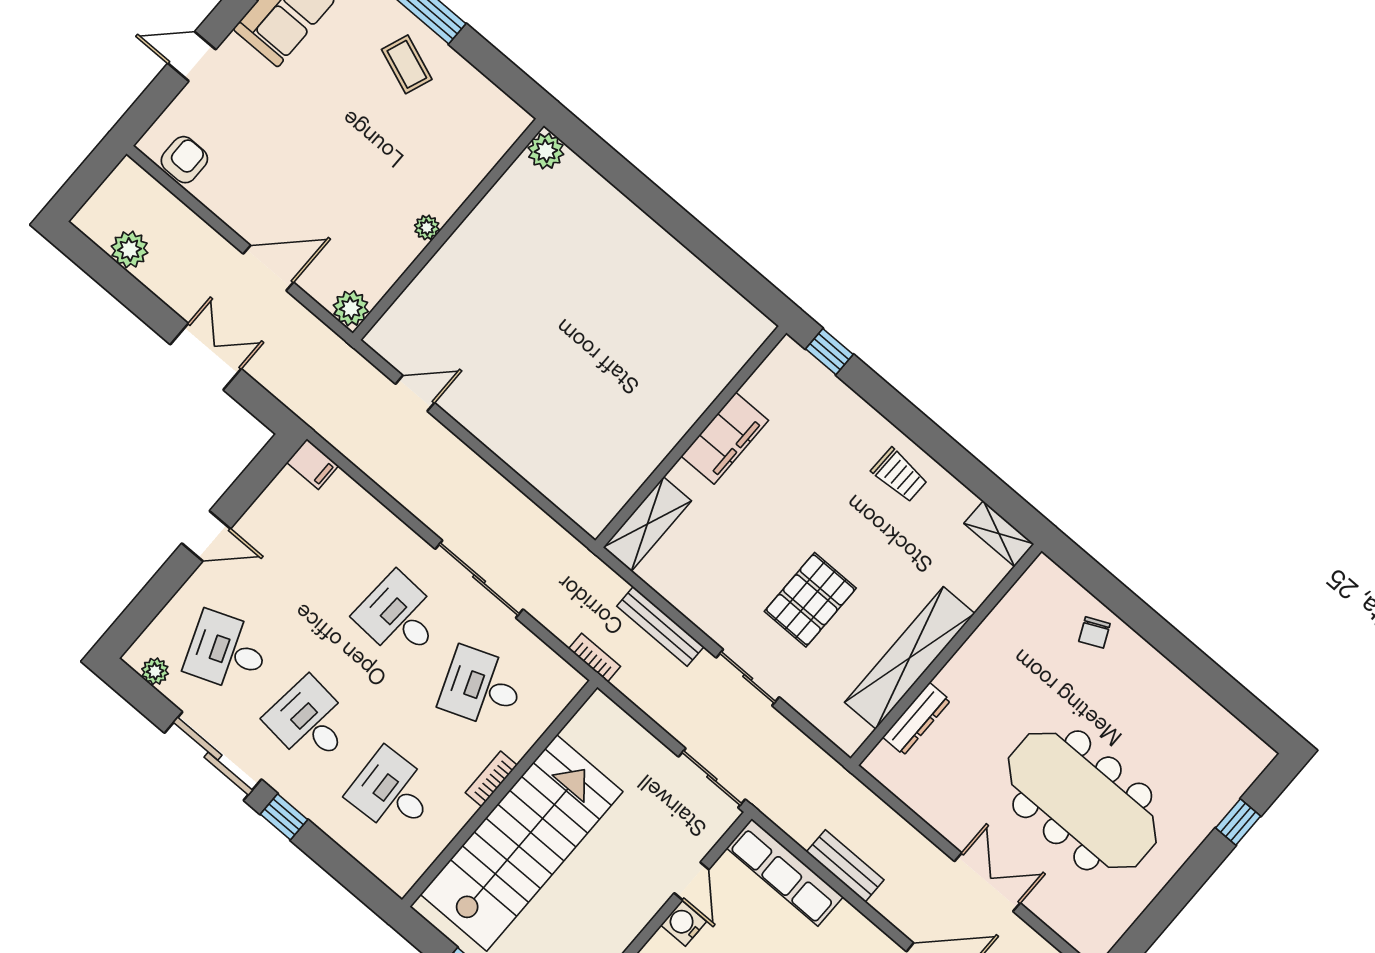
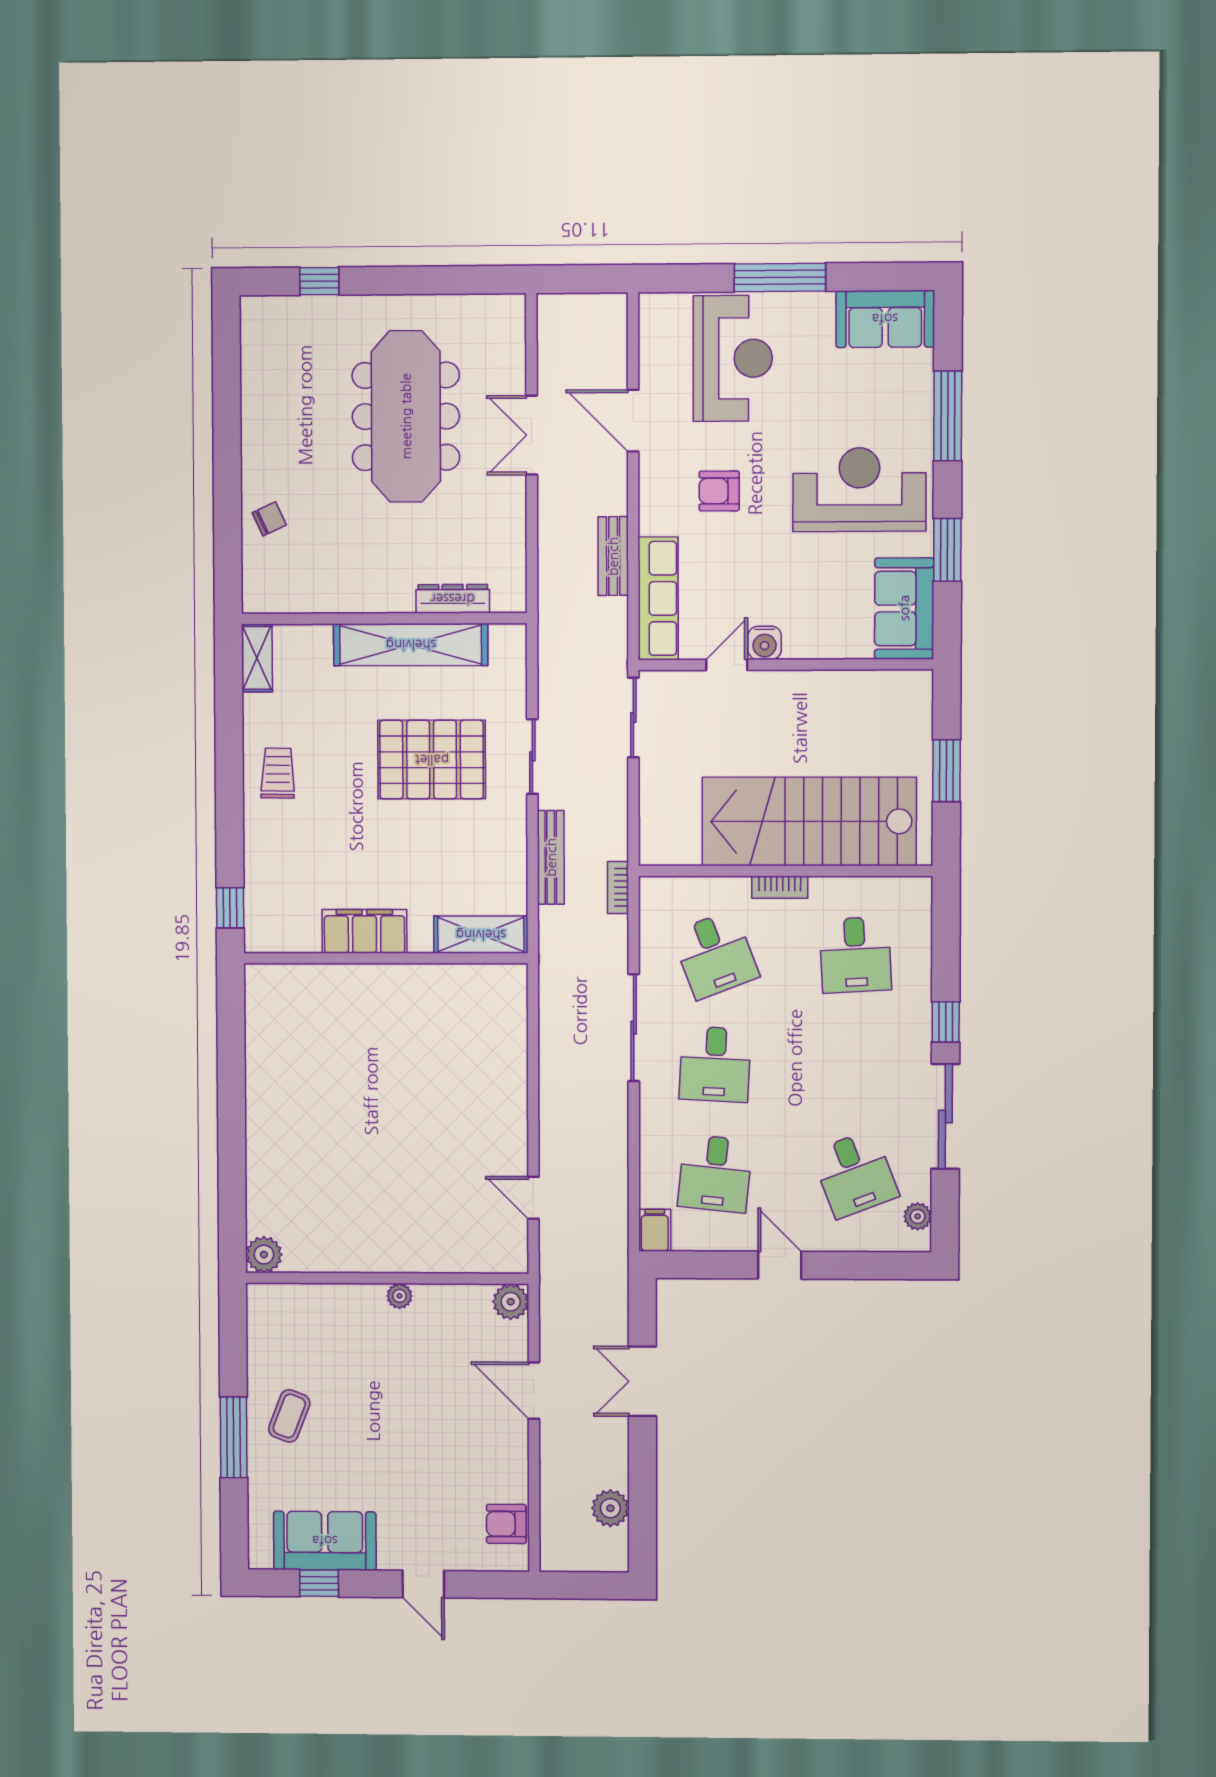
pallet: (810, 600) -> (432, 760), width x1.37, depth x1.41
desk: (310, 722) -> (715, 1174), moved

